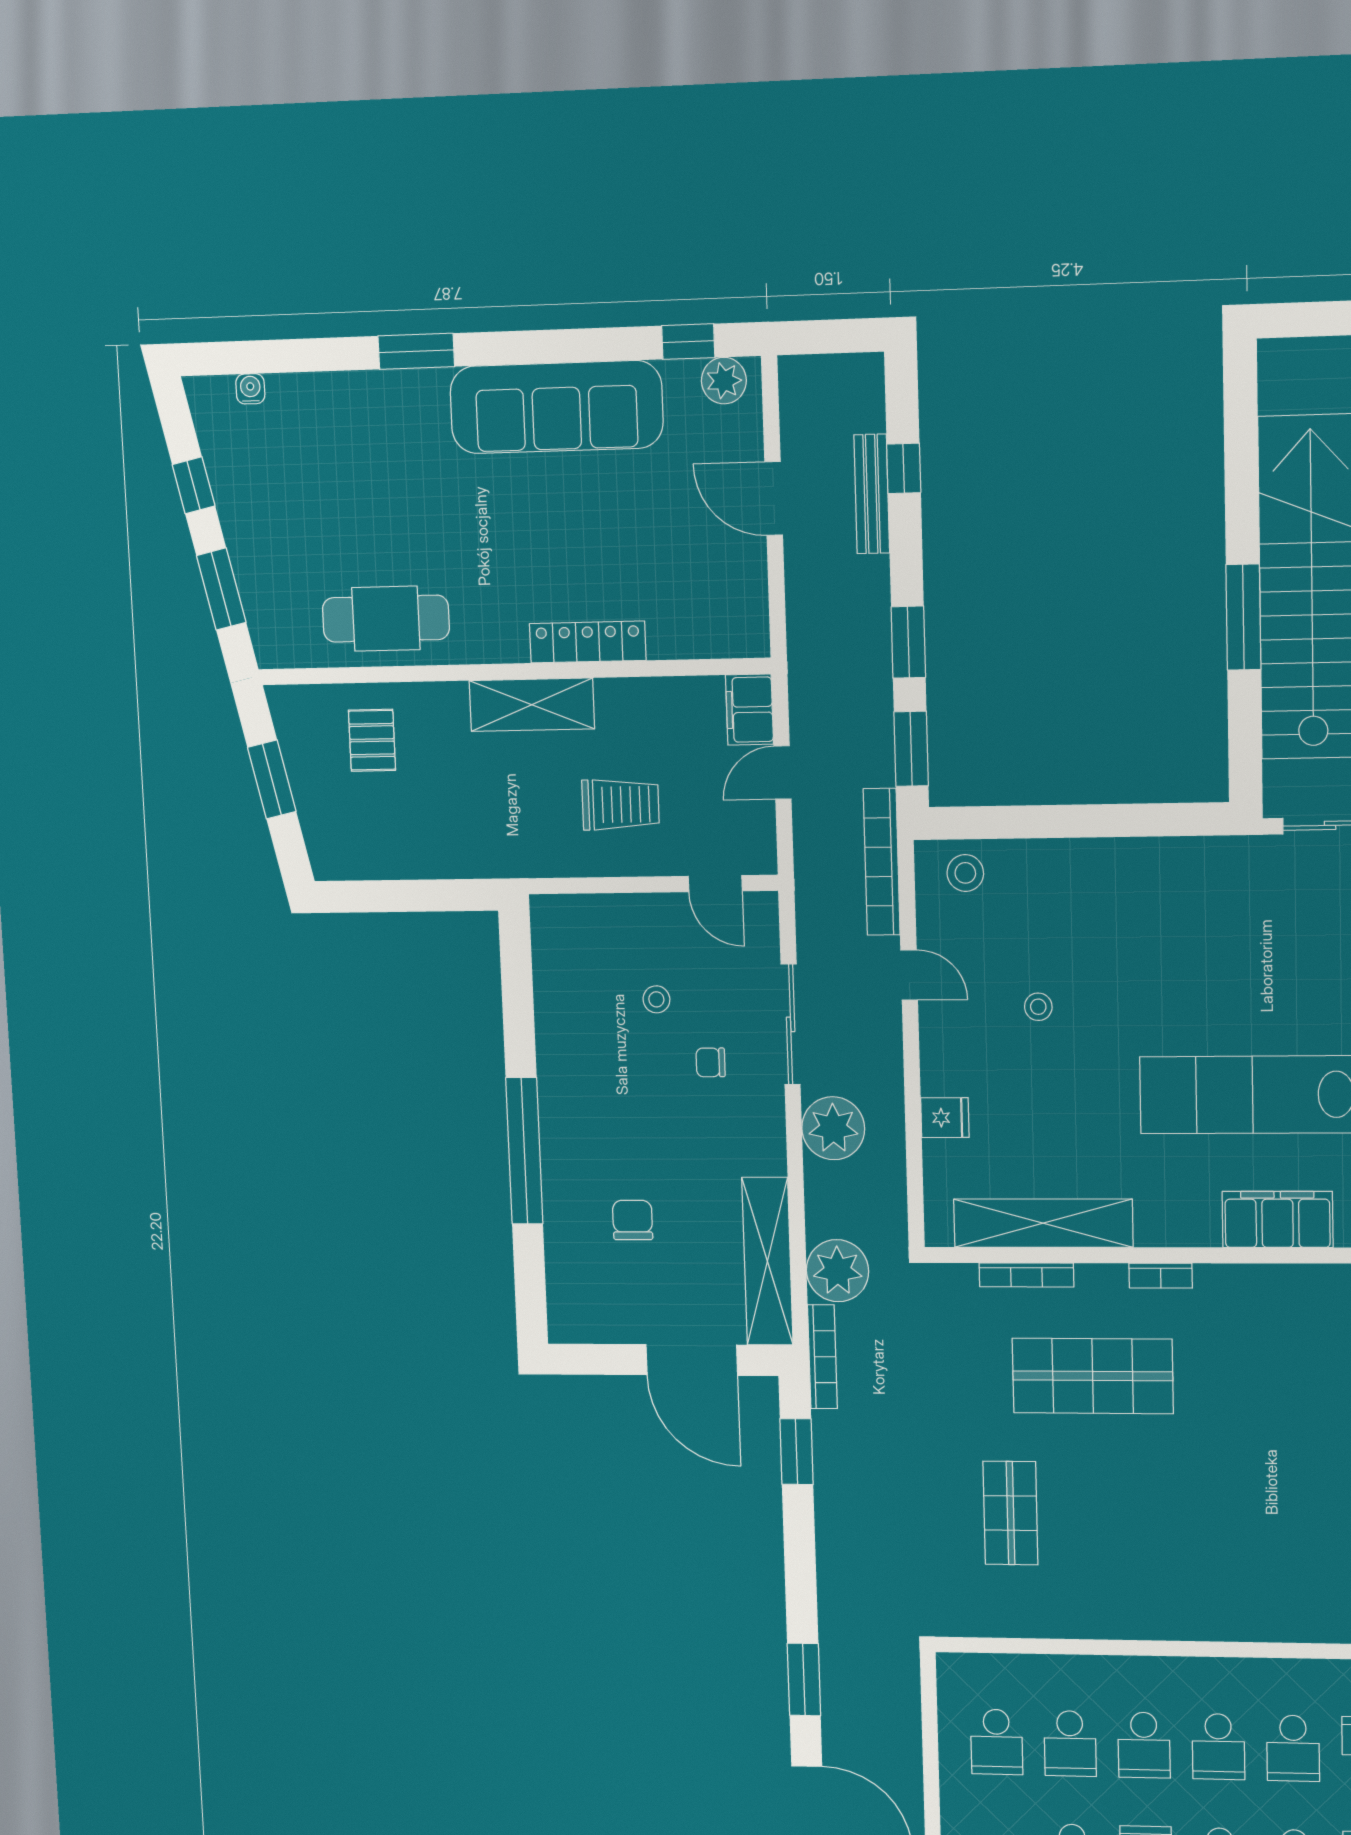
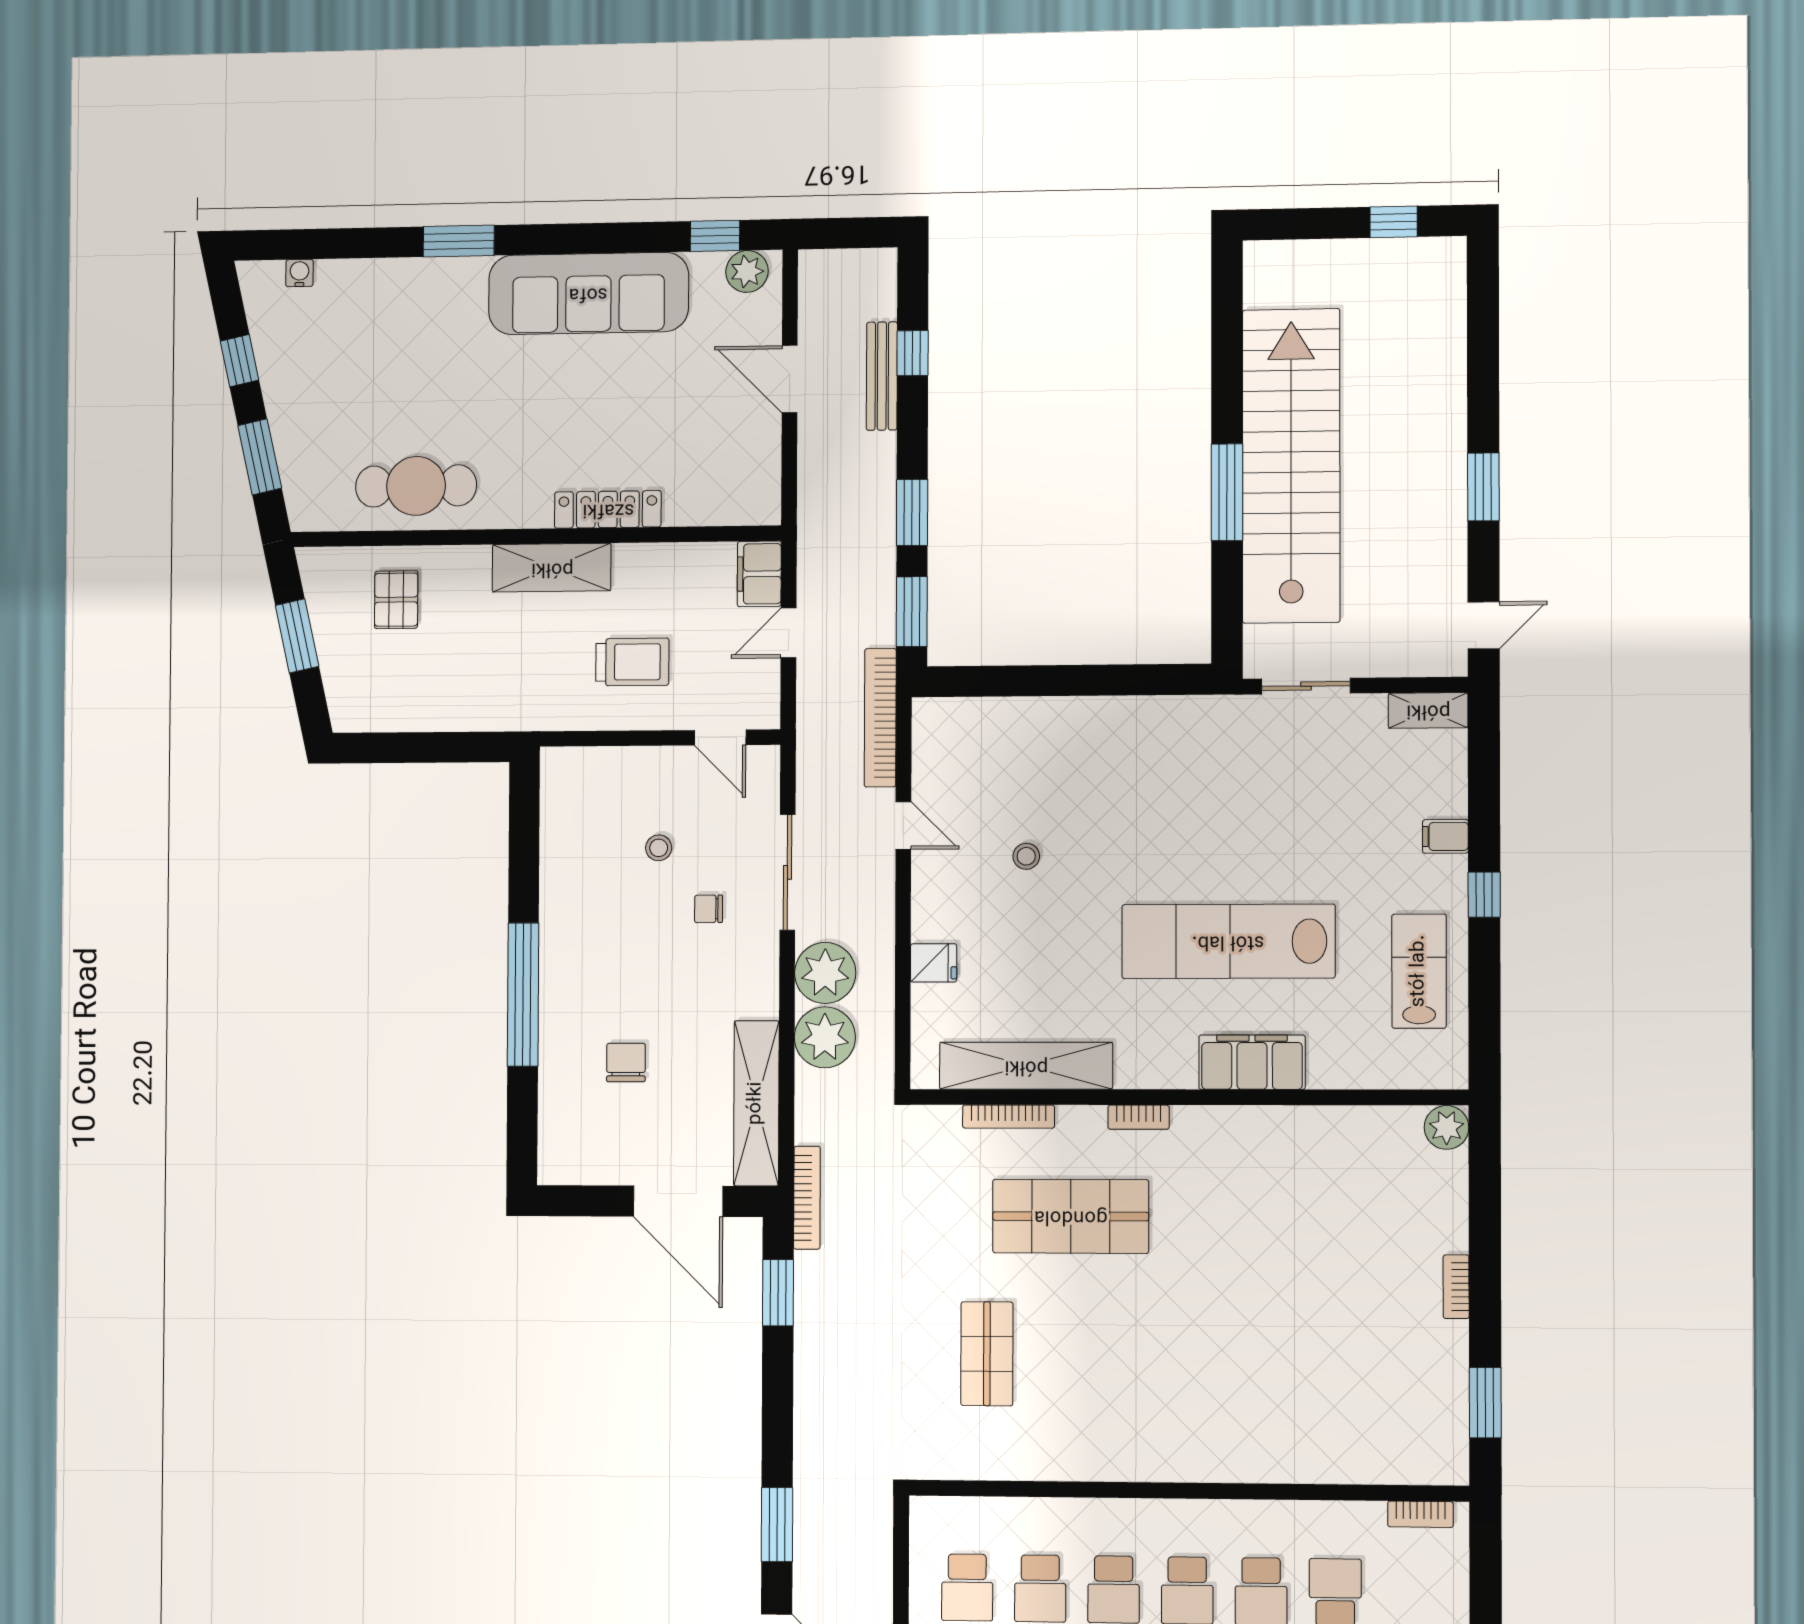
stool: (965, 873) -> (960, 729), removed
plant: (838, 1271) -> (825, 1037), moved

